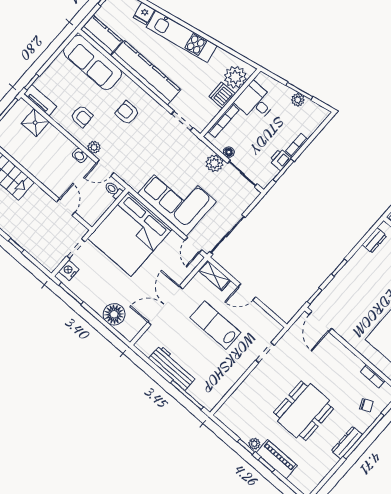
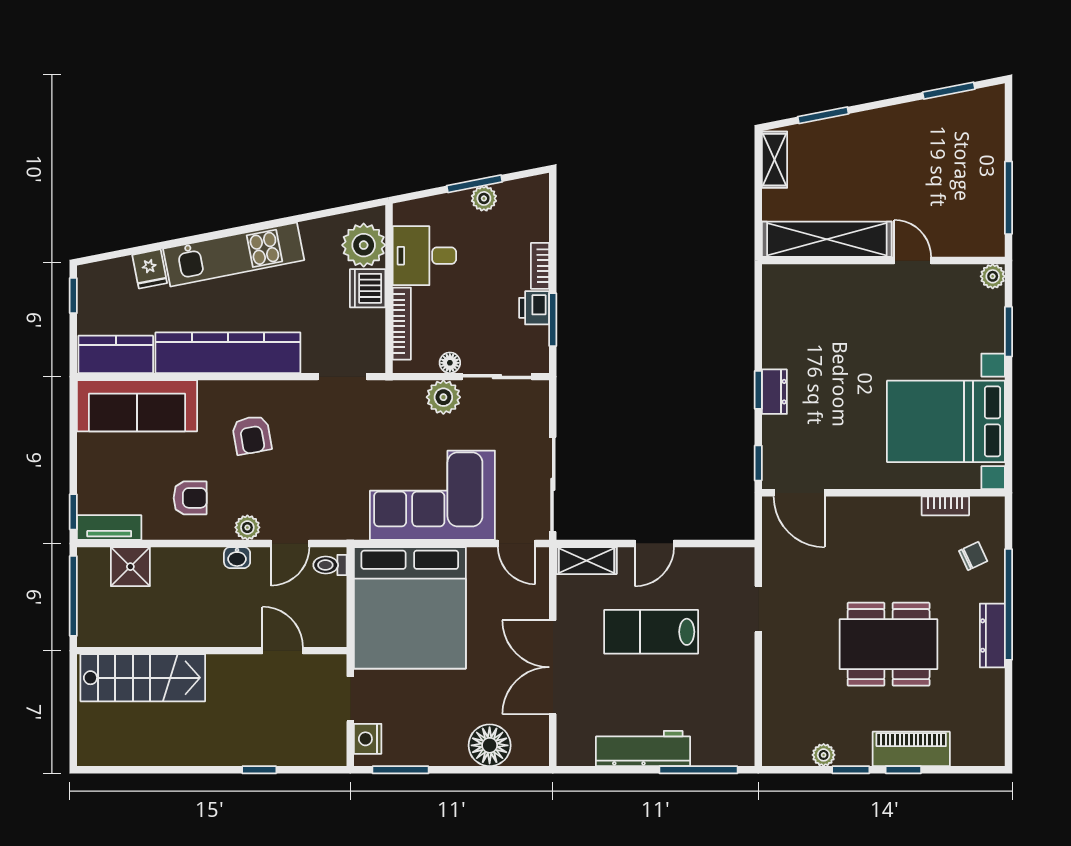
armchair: (127, 113) -> (252, 435), turned -100
dresser: (374, 240) -> (774, 392), moved
dining table: (304, 411) -> (889, 644), turned 90
plant: (254, 444) -> (824, 755), moved

